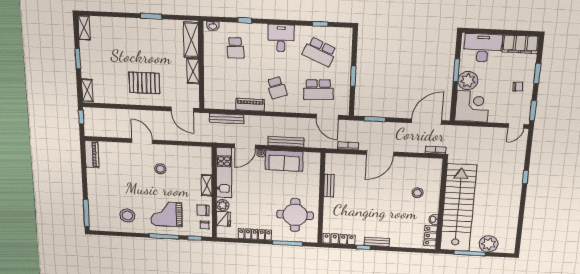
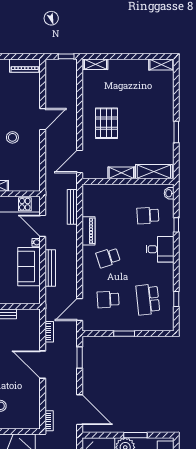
desk: (281, 38) -> (160, 249), moved
school desk: (320, 52) -> (148, 299), turned -30
window: (78, 59) -> (129, 56), removed
school desk: (318, 90) -> (108, 299), width x0.54

